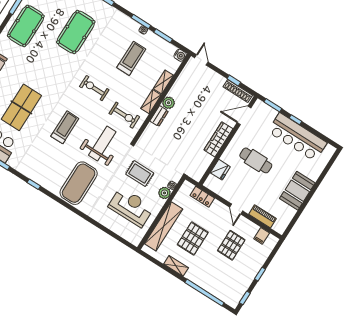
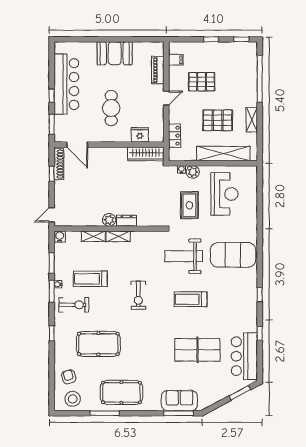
exercise bike: (124, 115) -> (74, 305), moved, turned 90
wardrobe: (218, 139) -> (146, 154), moved
reception desk: (131, 207) -> (224, 194), turned 180

